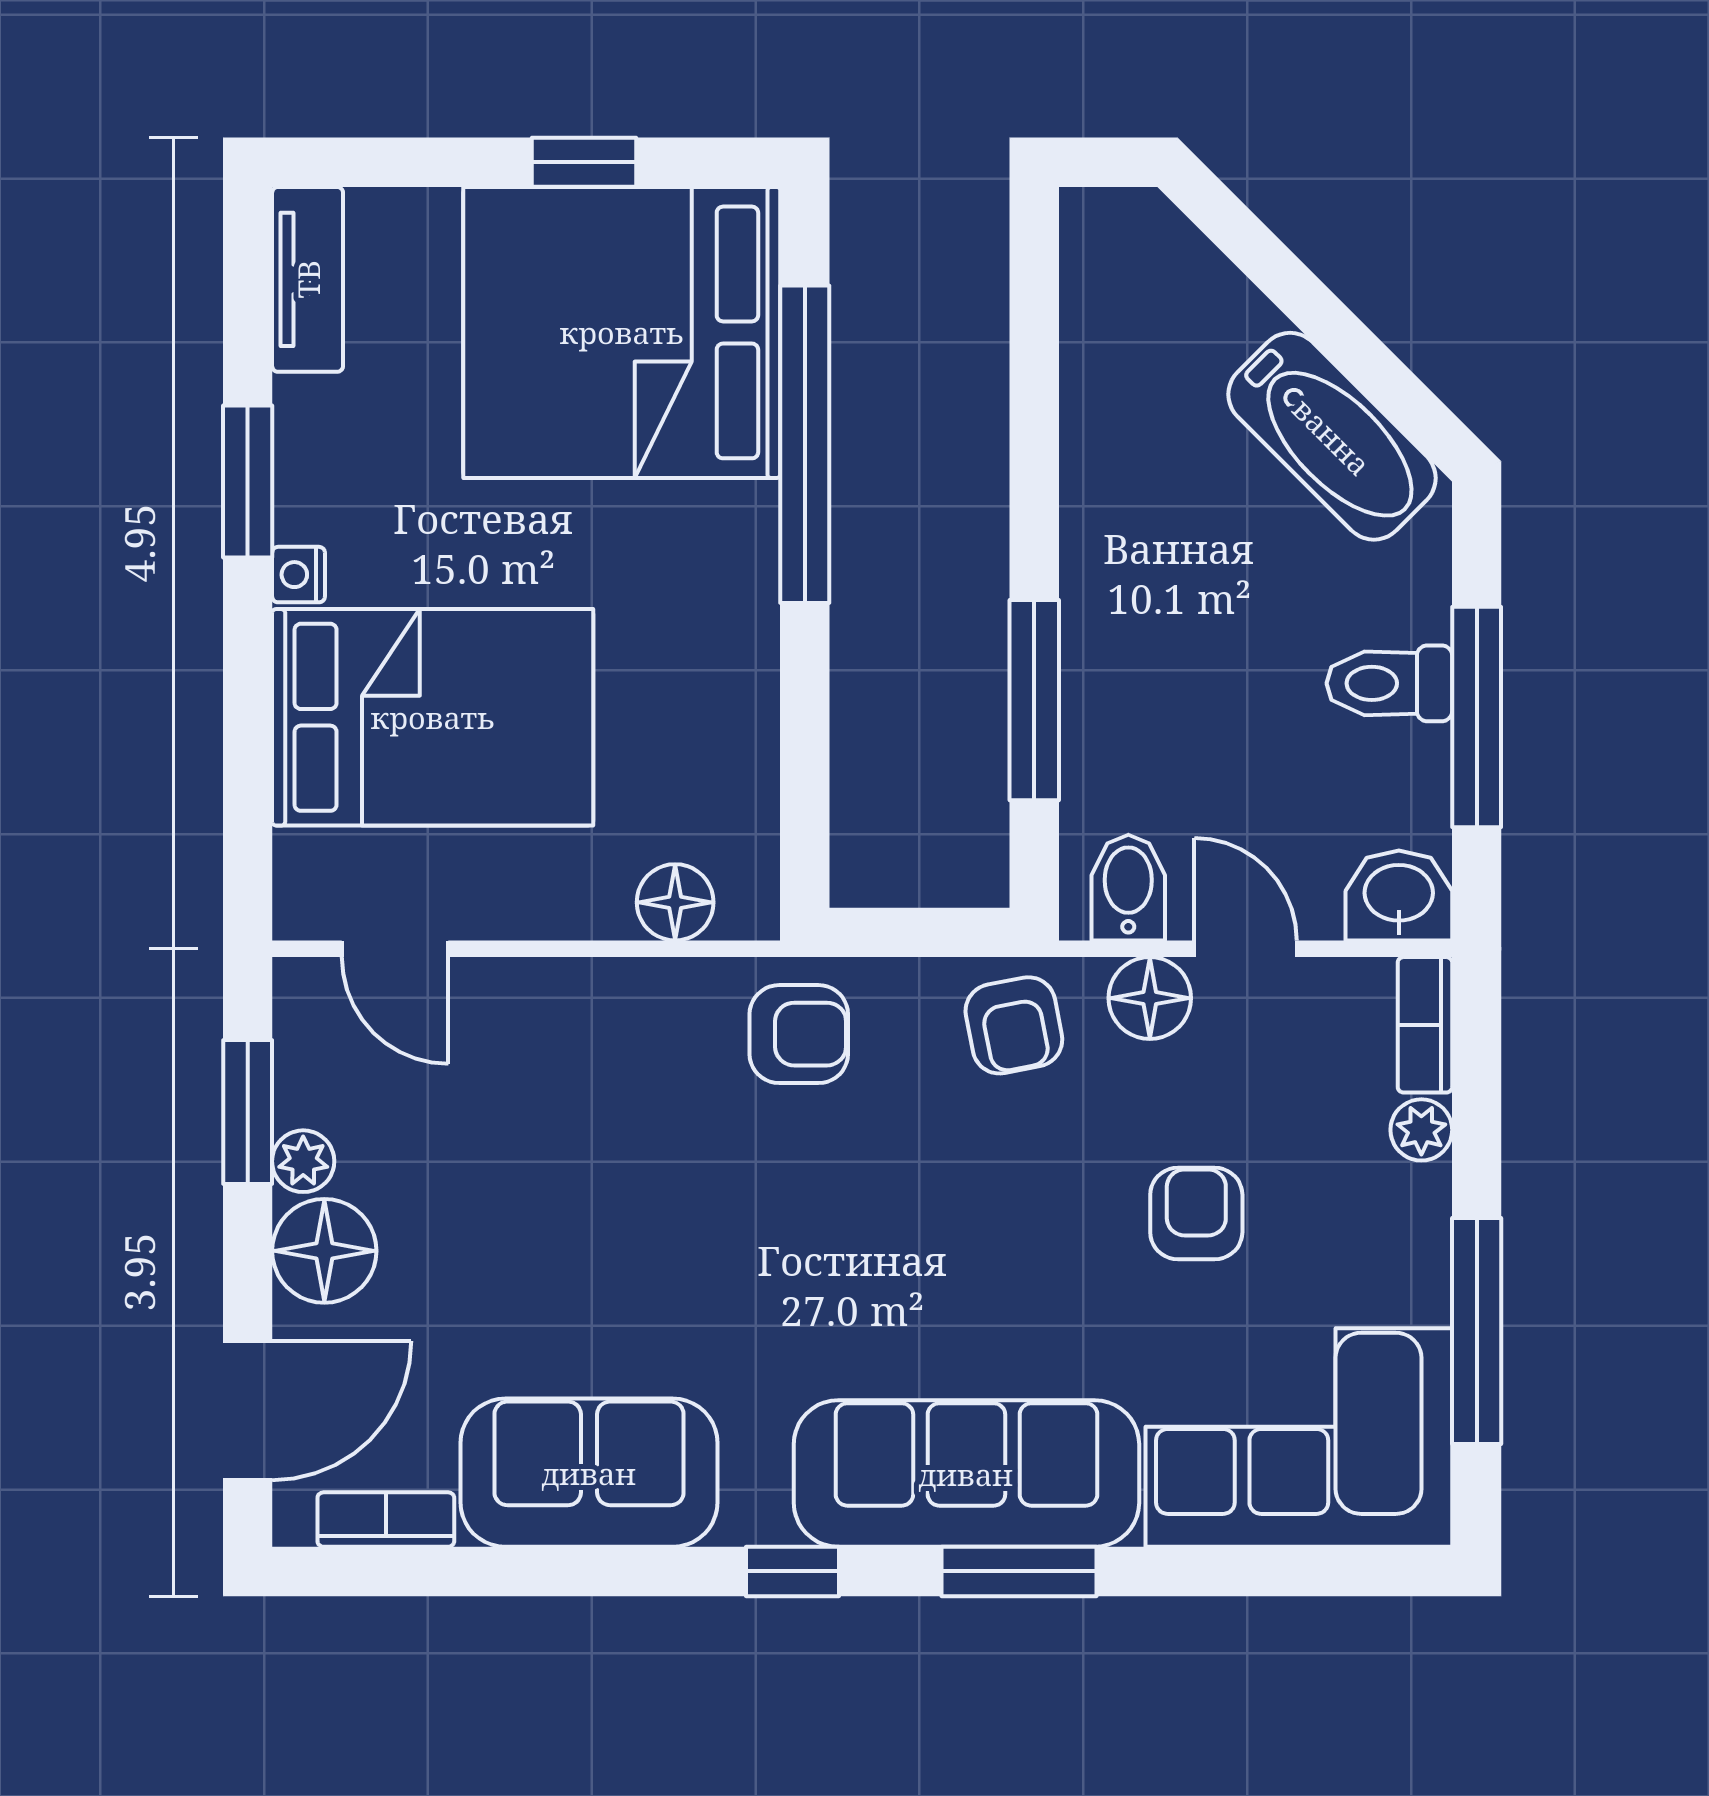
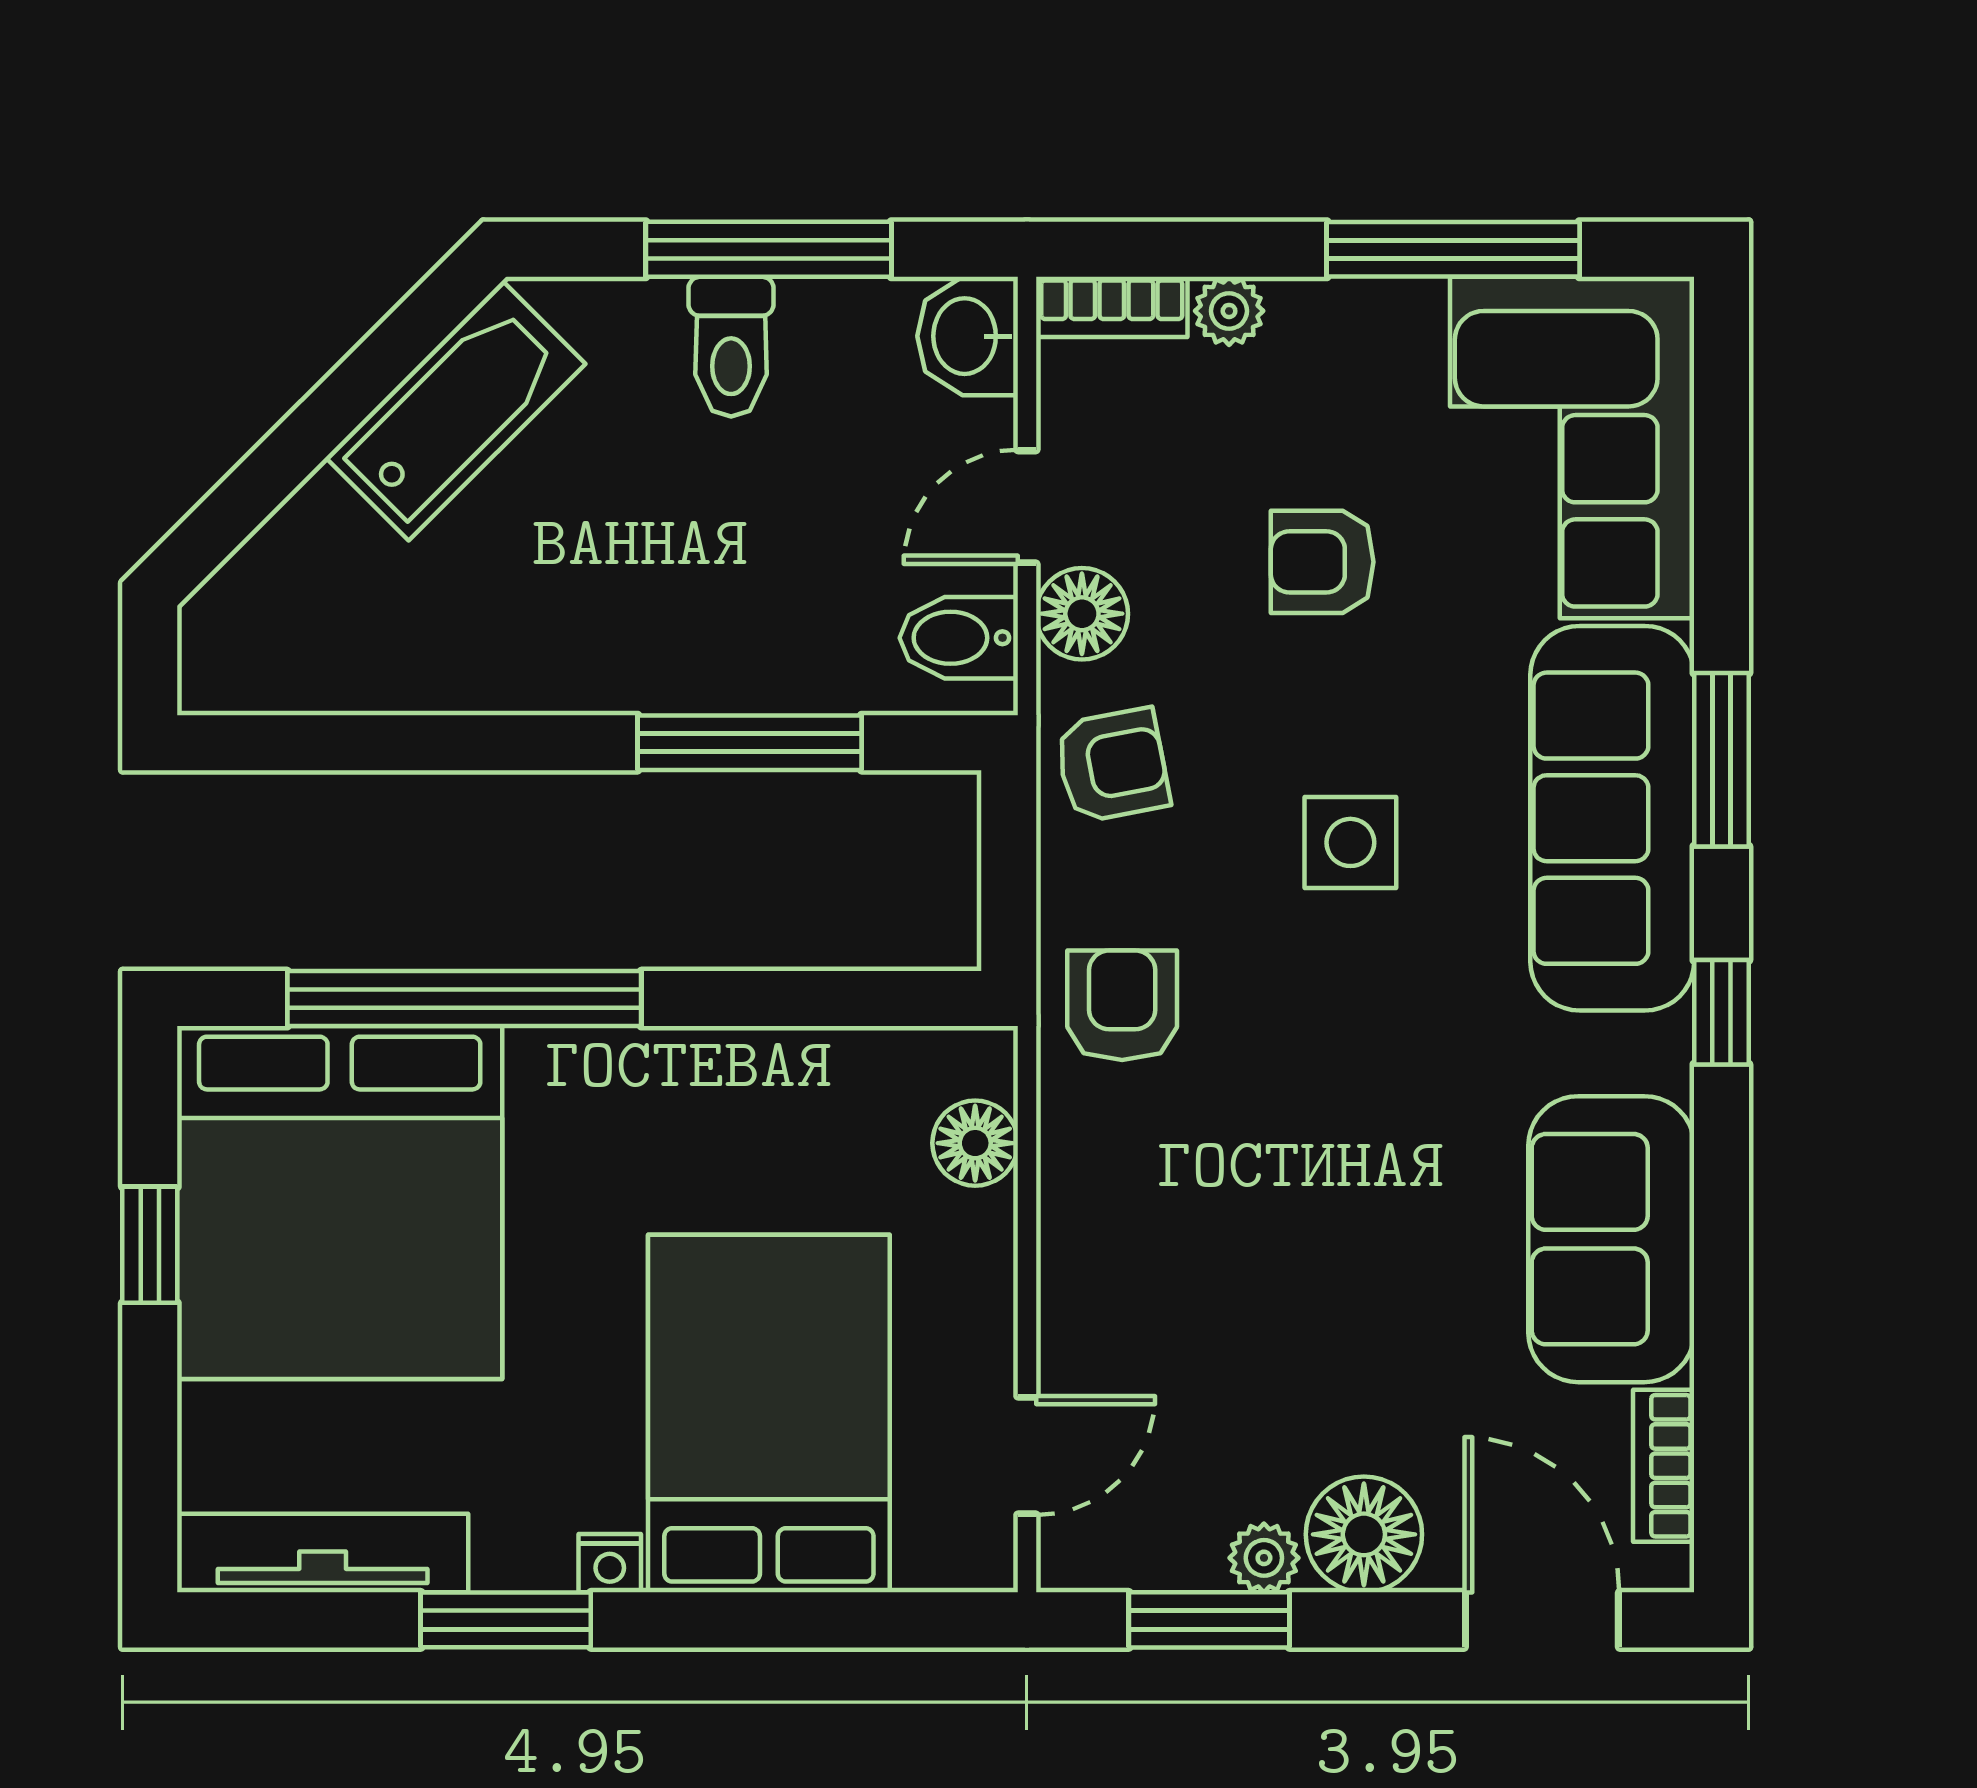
tv unit: (308, 279) -> (323, 1553), width x1.41
side table: (945, 1239) -> (1350, 842), added

